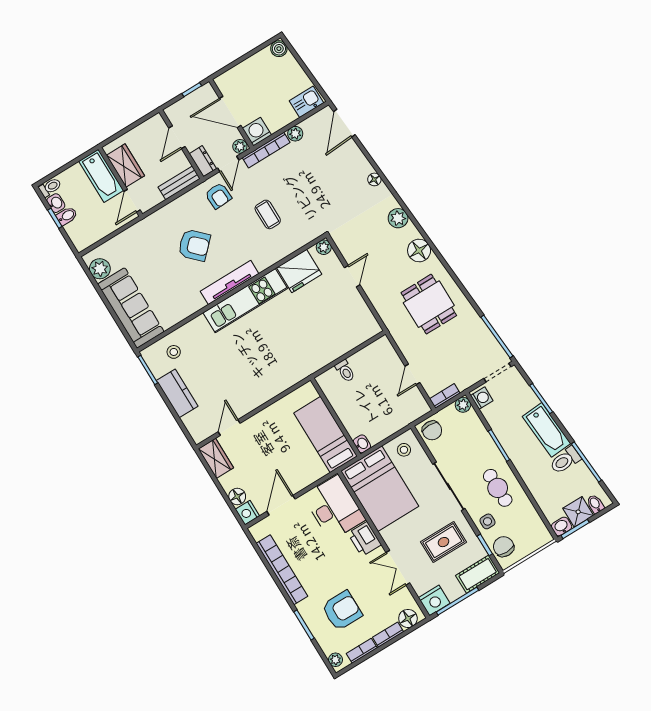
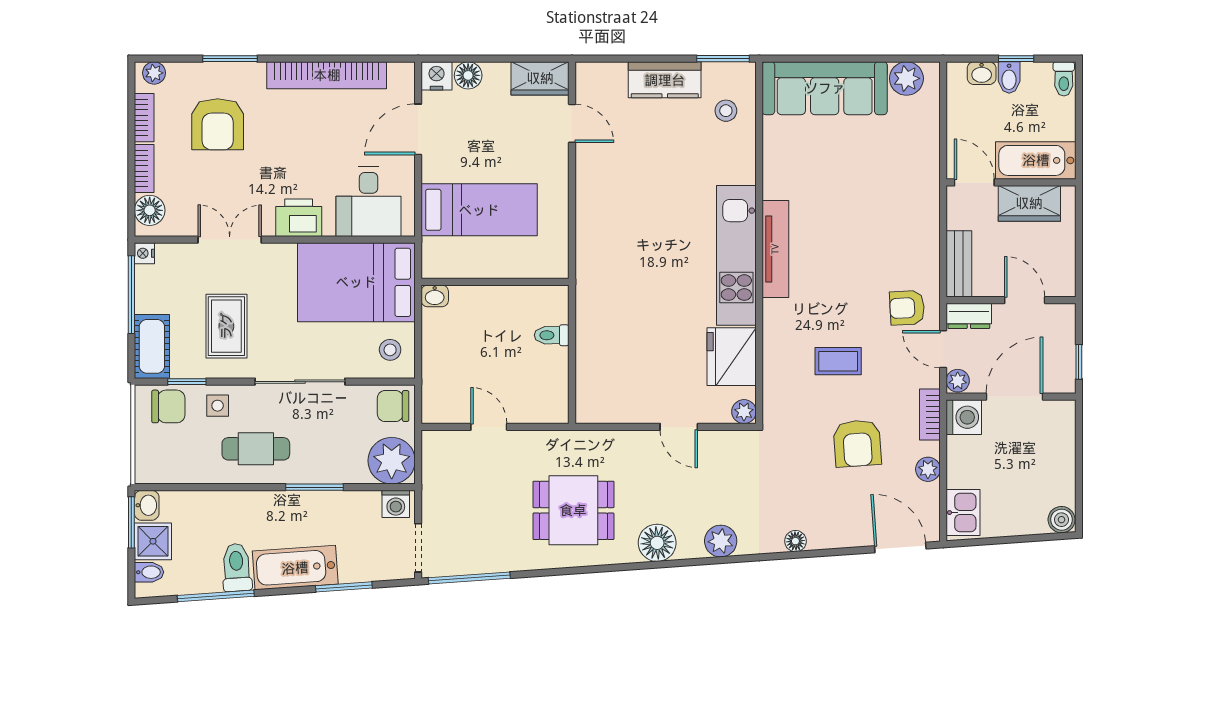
bookcase: (266, 150) -> (930, 414), width x0.64
washbasin: (56, 203) -> (982, 73), moved
armchair: (194, 245) -> (857, 443), moved, turned -49
bookcase: (445, 396) -> (431, 454), removed
plant: (463, 405) -> (392, 461), width x1.88, depth x1.88
bed: (325, 435) -> (479, 210), moved
door: (281, 505) -> (418, 129), swing flipped
desk: (334, 508) -> (369, 202), width x0.73
nightstand: (434, 601) -> (144, 253), width x0.53, depth x0.56

